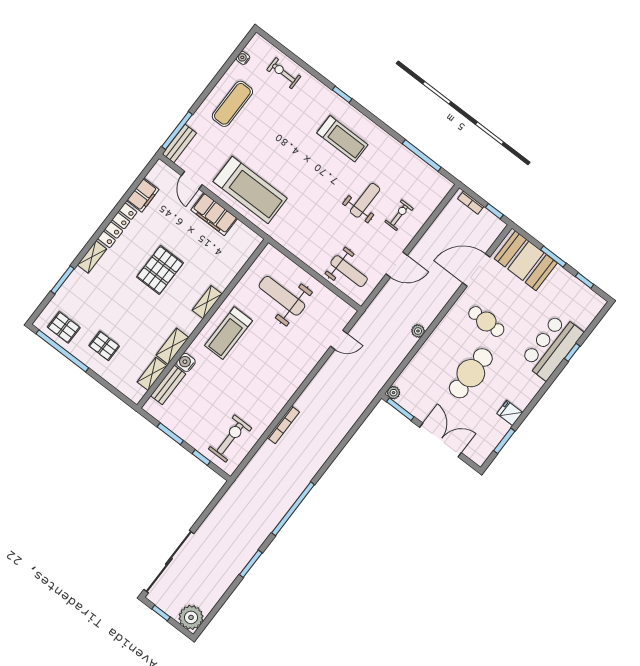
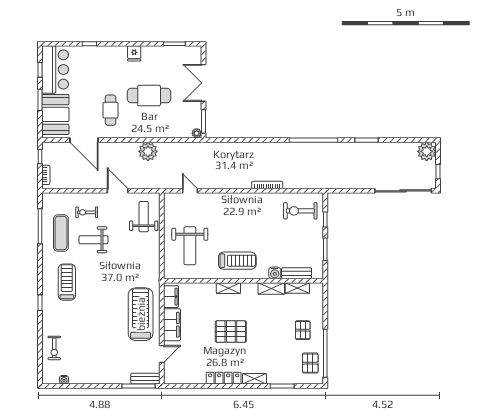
exercise mat: (232, 104) -> (61, 233), moved, turned 90
filing cabinet: (143, 195) -> (171, 297), moved, turned 90
plant: (418, 331) -> (148, 151), width x1.87, depth x1.87
bar counter: (552, 347) -> (55, 70), moved, turned -90
fridge: (510, 413) -> (134, 53), moved

